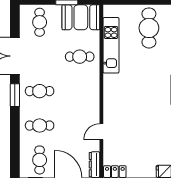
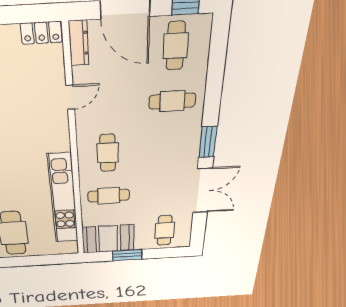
kitchen unit: (111, 45) -> (63, 200), width x1.36
cafe table: (40, 91) -> (108, 153), moved, turned 90

